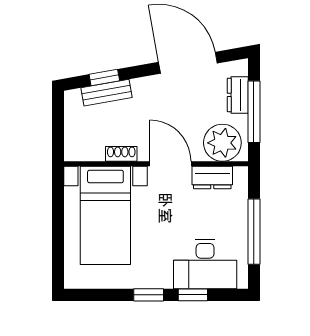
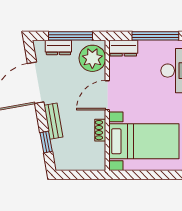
bench: (107, 93) -> (53, 121), moved
dresser: (212, 178) -> (123, 48), moved, turned 90

